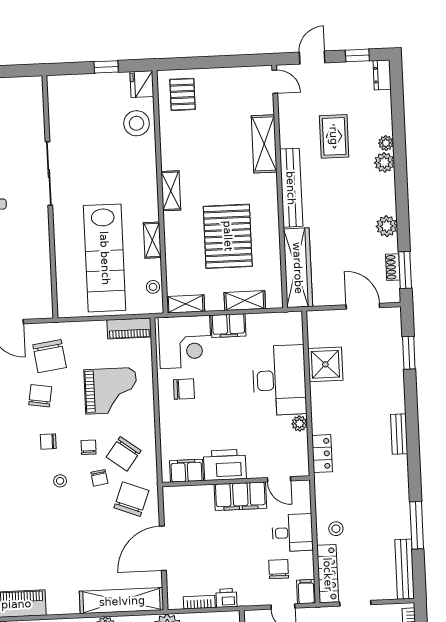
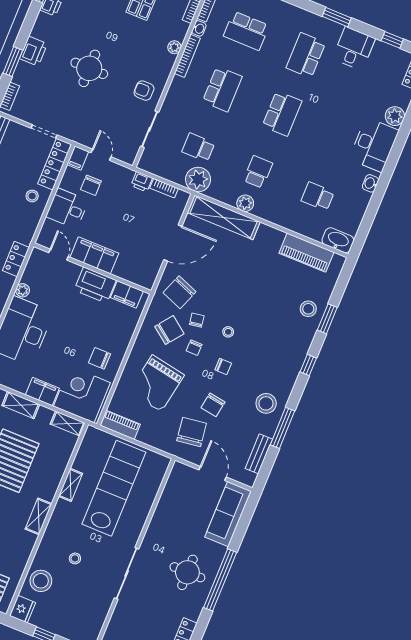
stool: (153, 287) -> (75, 558), moved
grand piano: (111, 391) -> (157, 383), turned -80

